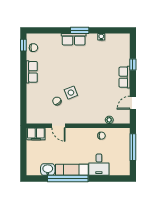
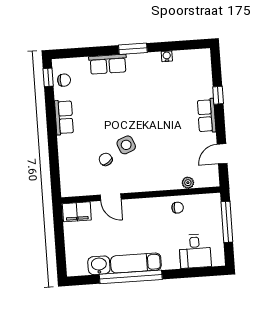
row of seats: (74, 39) -> (108, 64), moved
desk: (99, 165) -> (195, 251), moved

